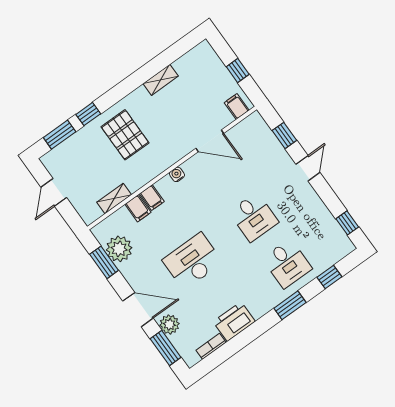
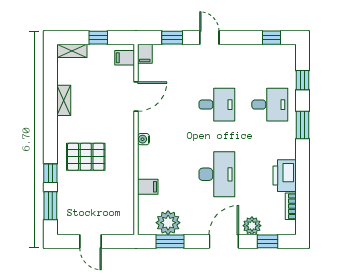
shelving: (114, 198) -> (72, 51), moved, turned 90
filing cabinet: (152, 198) -> (145, 54), moved, turned 90
desk: (192, 261) -> (217, 174), turned 180
window: (166, 348) -> (268, 241), width x0.67

